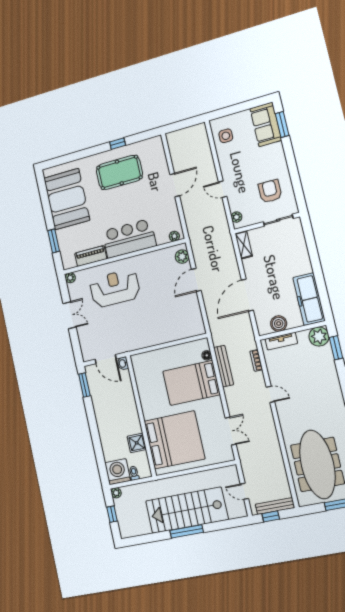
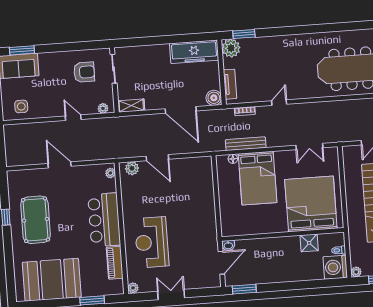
door: (223, 189) -> (73, 118), swing flipped
armchair: (270, 191) -> (84, 72), turned 180
boiler: (279, 324) -> (214, 98), moved
double door: (231, 431) -> (309, 147), swing flipped

